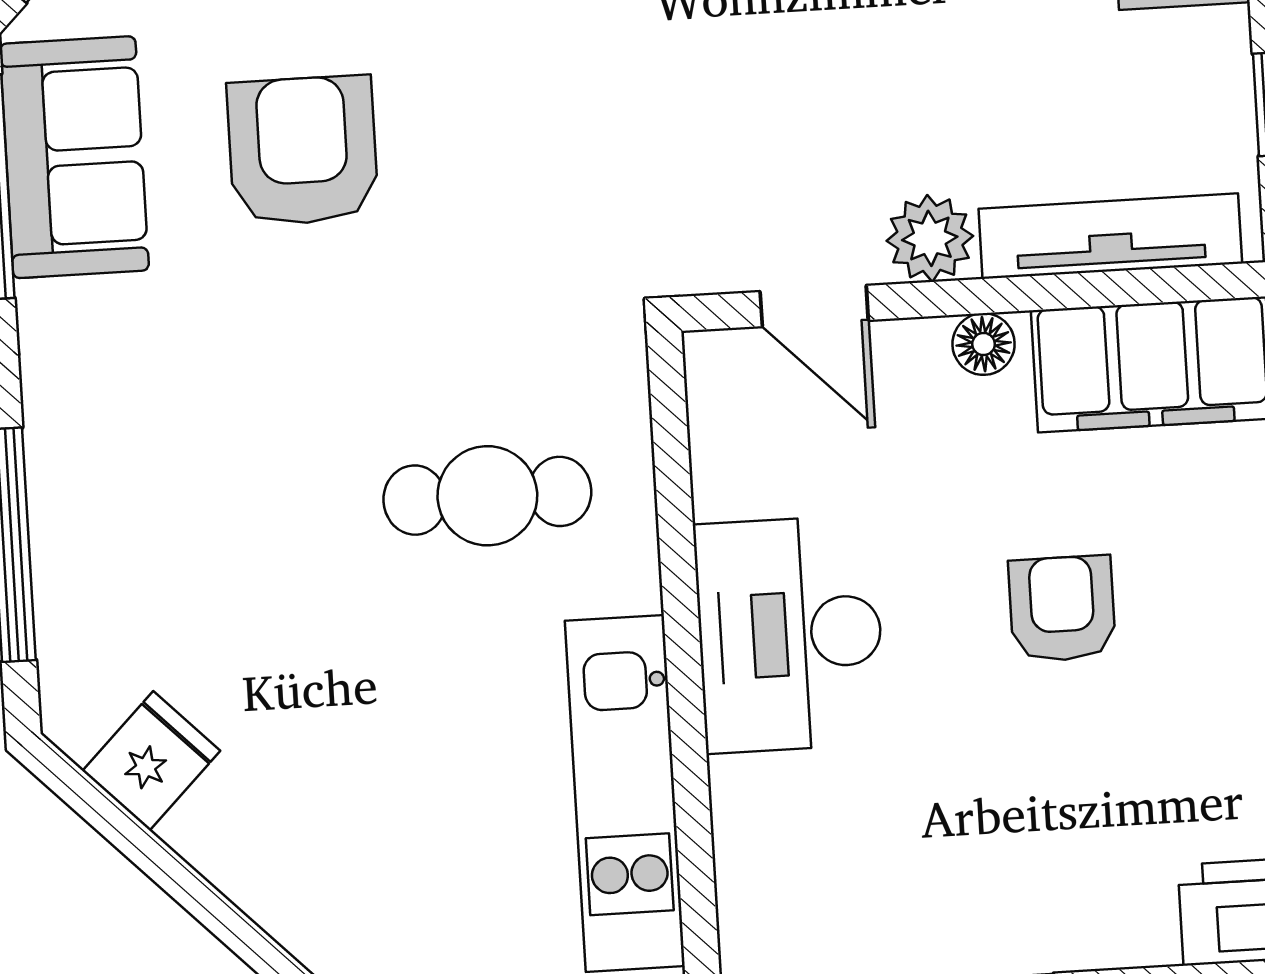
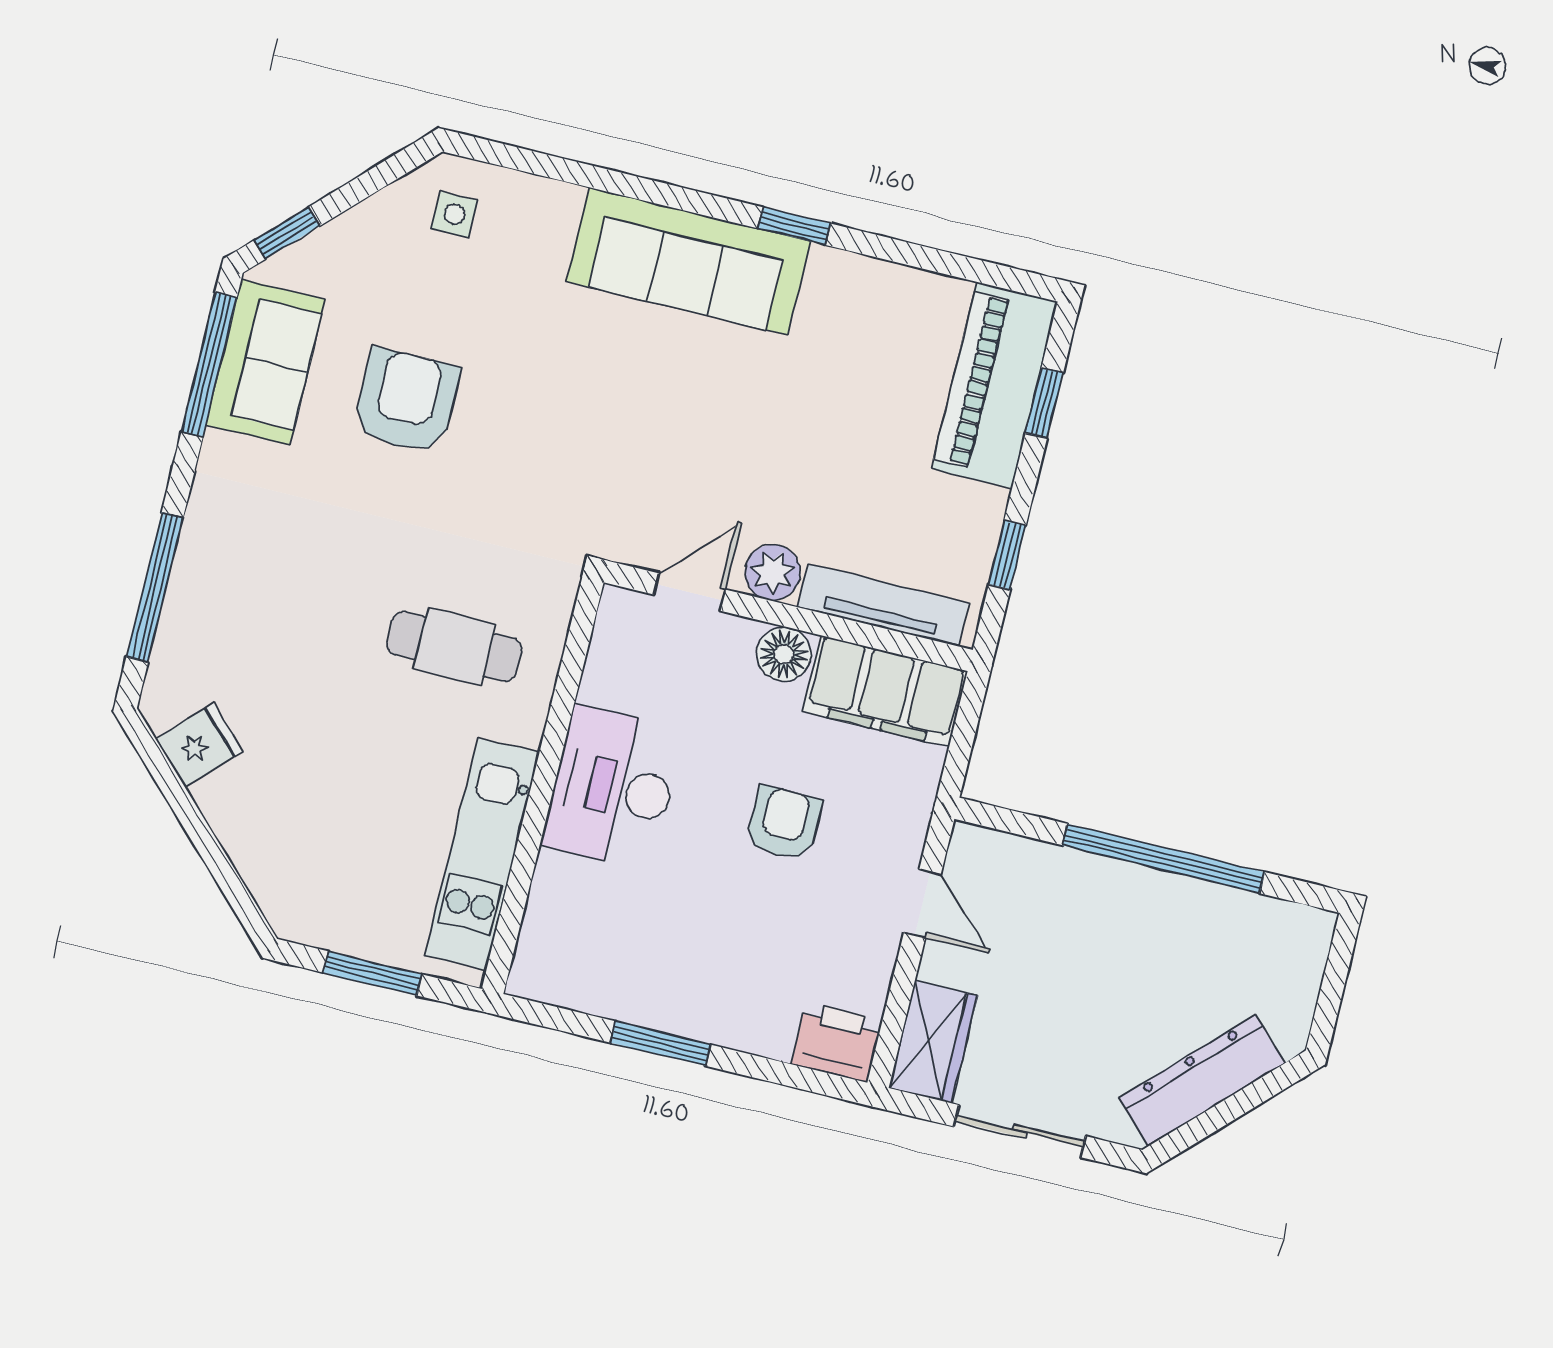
door: (814, 306) -> (689, 592), swing flipped
floor lamp: (984, 344) -> (784, 654), width x1.37, depth x1.37

